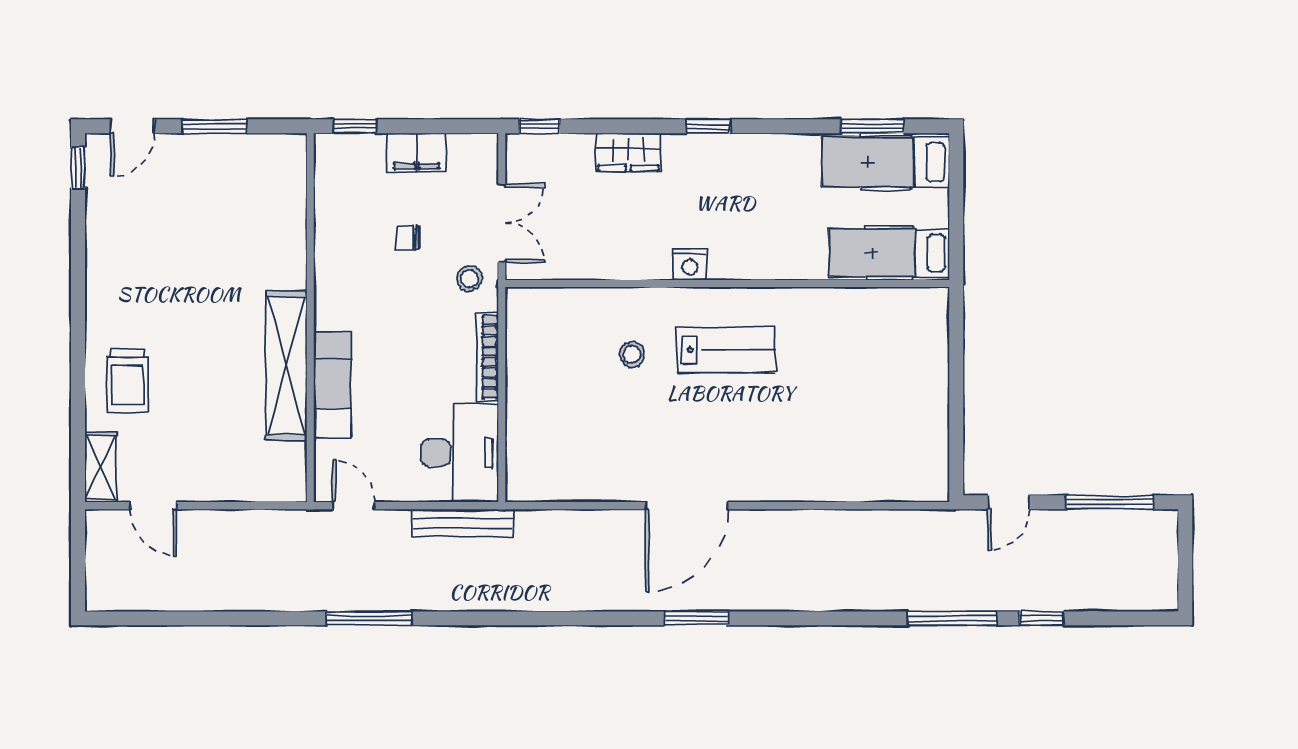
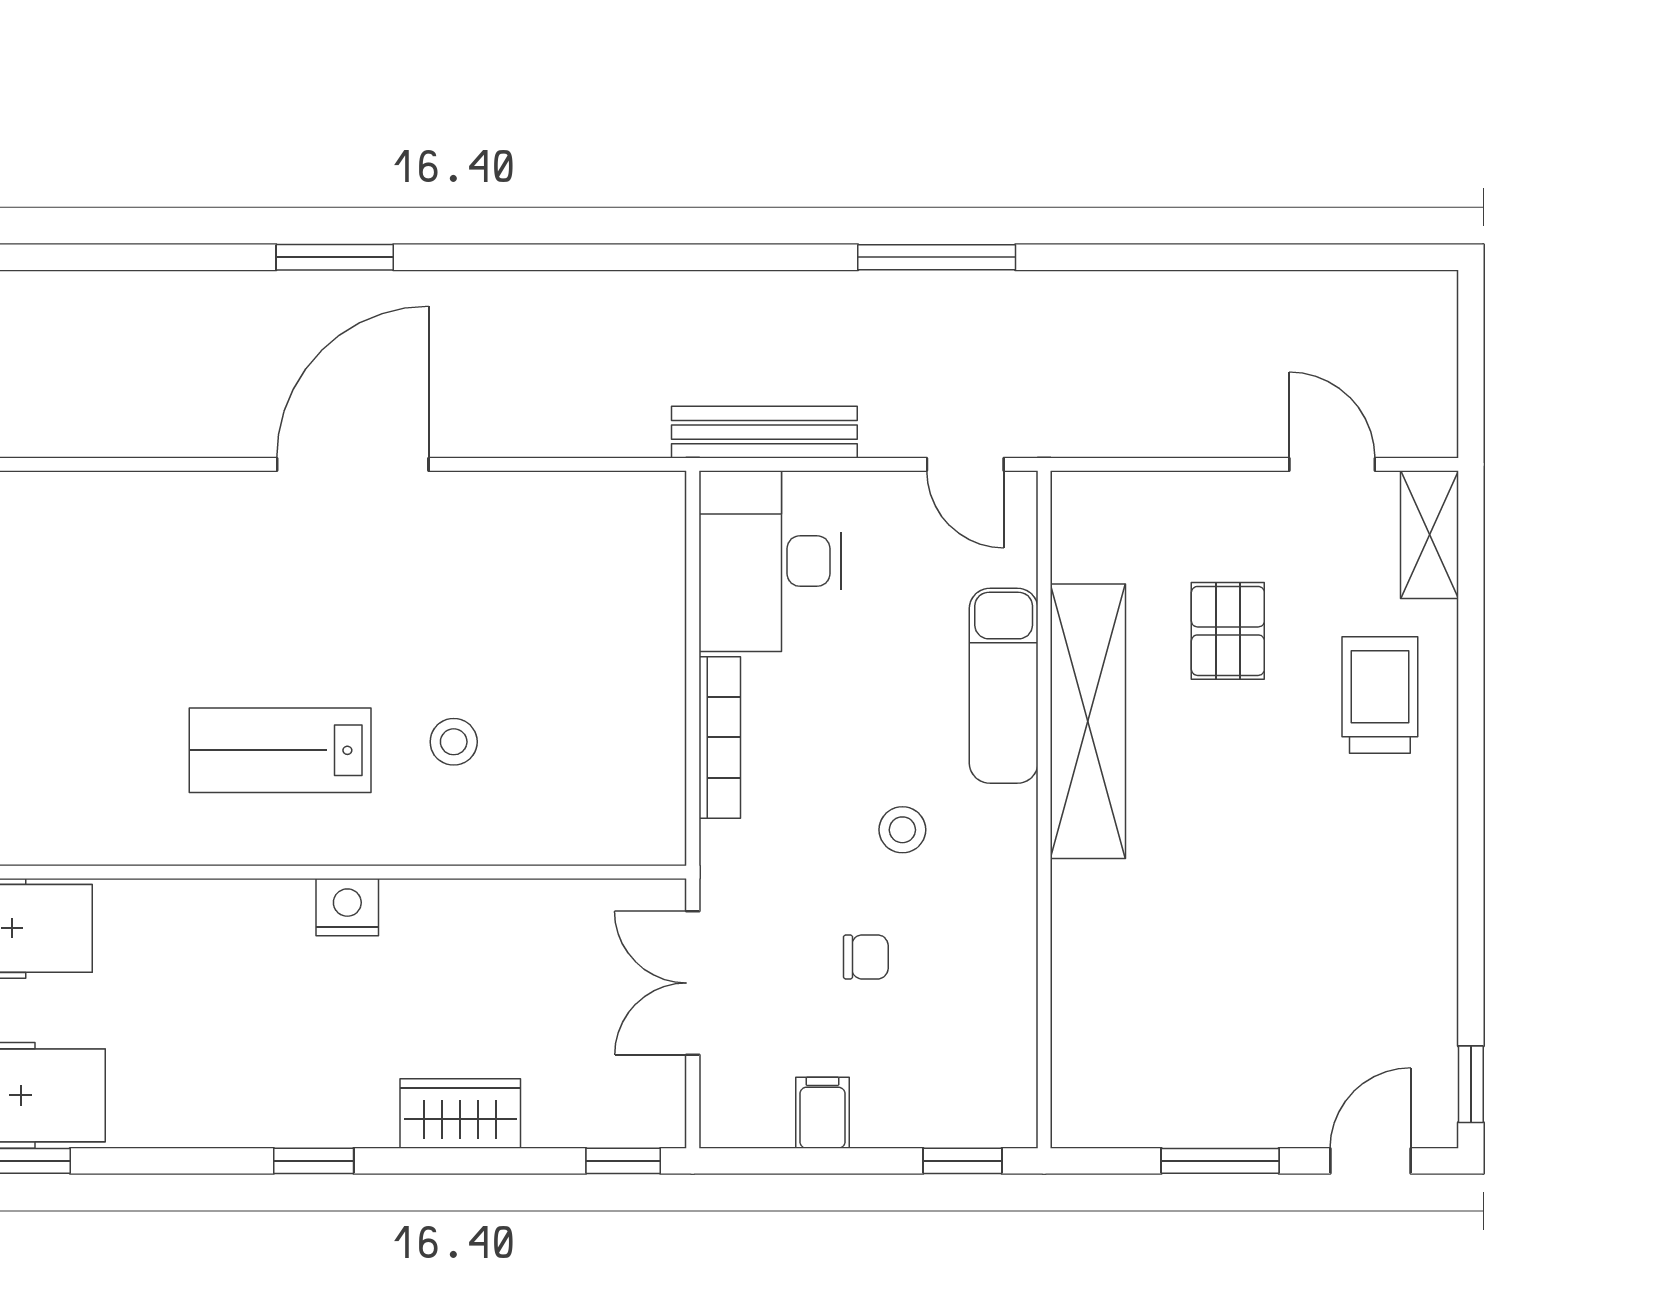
filing cabinet: (417, 152) -> (822, 1113), width x0.50
stool: (469, 279) -> (902, 830), moved
pallet: (210, 415) -> (1228, 631), added

